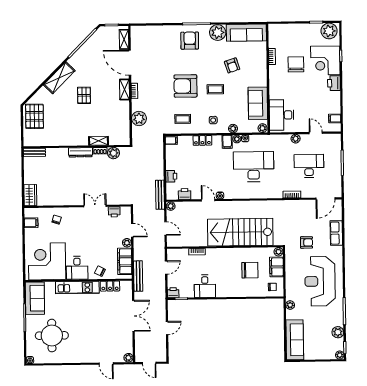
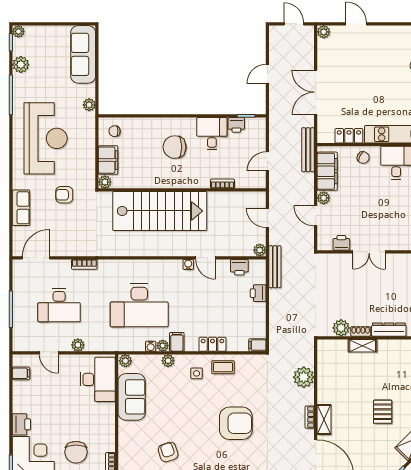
coffee table: (215, 89) -> (193, 418), removed
coffee table: (183, 119) -> (223, 367), moved
chair: (250, 270) -> (175, 147), moved
printer: (173, 293) -> (236, 125), moved

